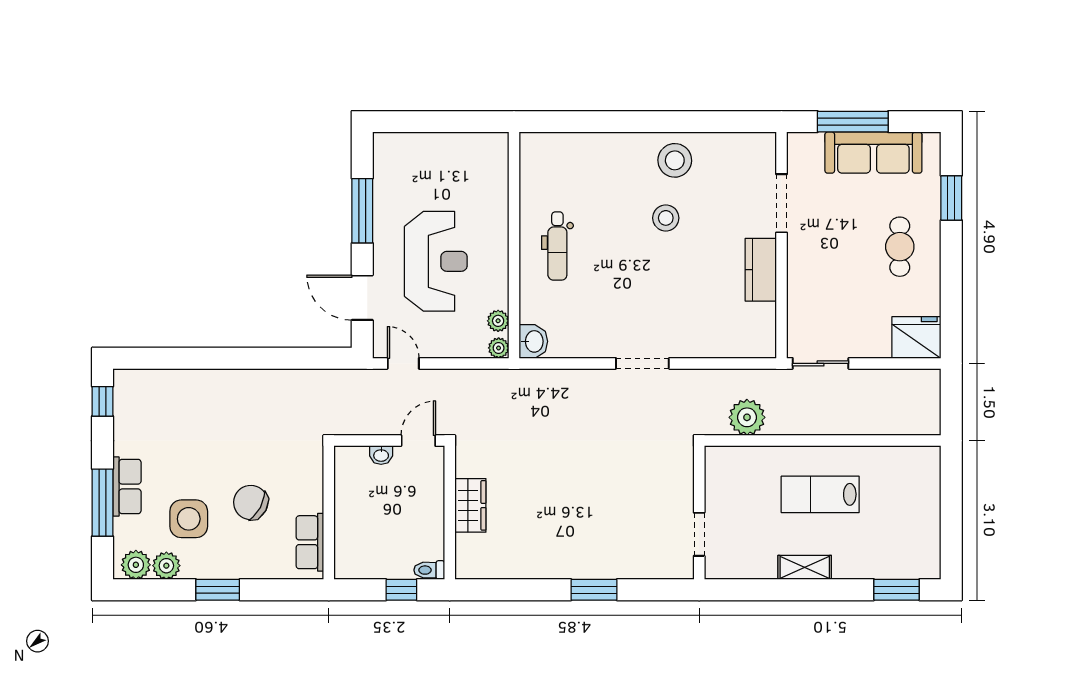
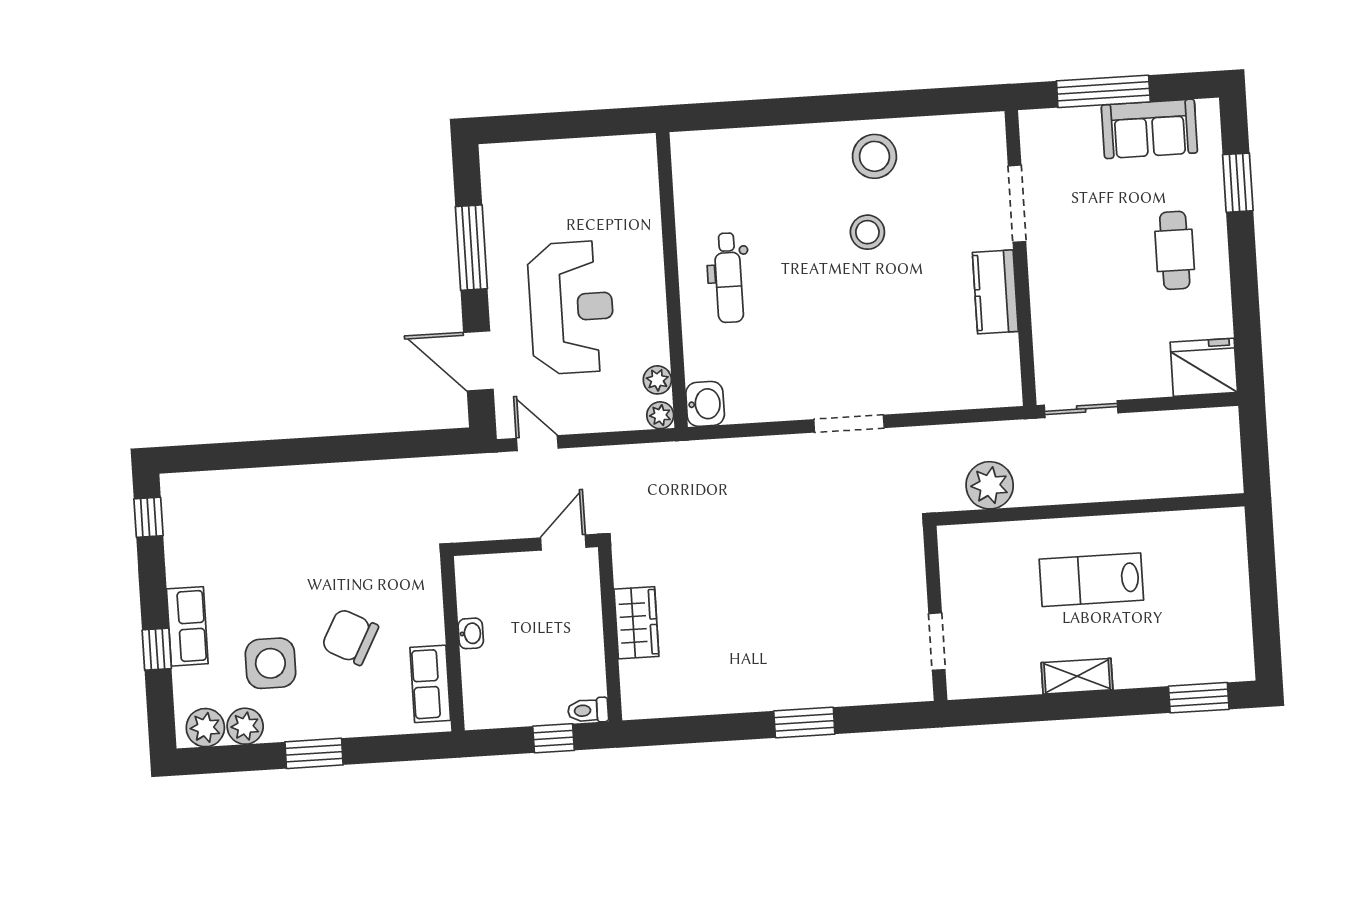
sofa: (873, 153) -> (1149, 129), width x0.73
washbasin: (381, 455) -> (471, 633), moved, turned -90
window: (102, 503) -> (157, 649), width x0.46

